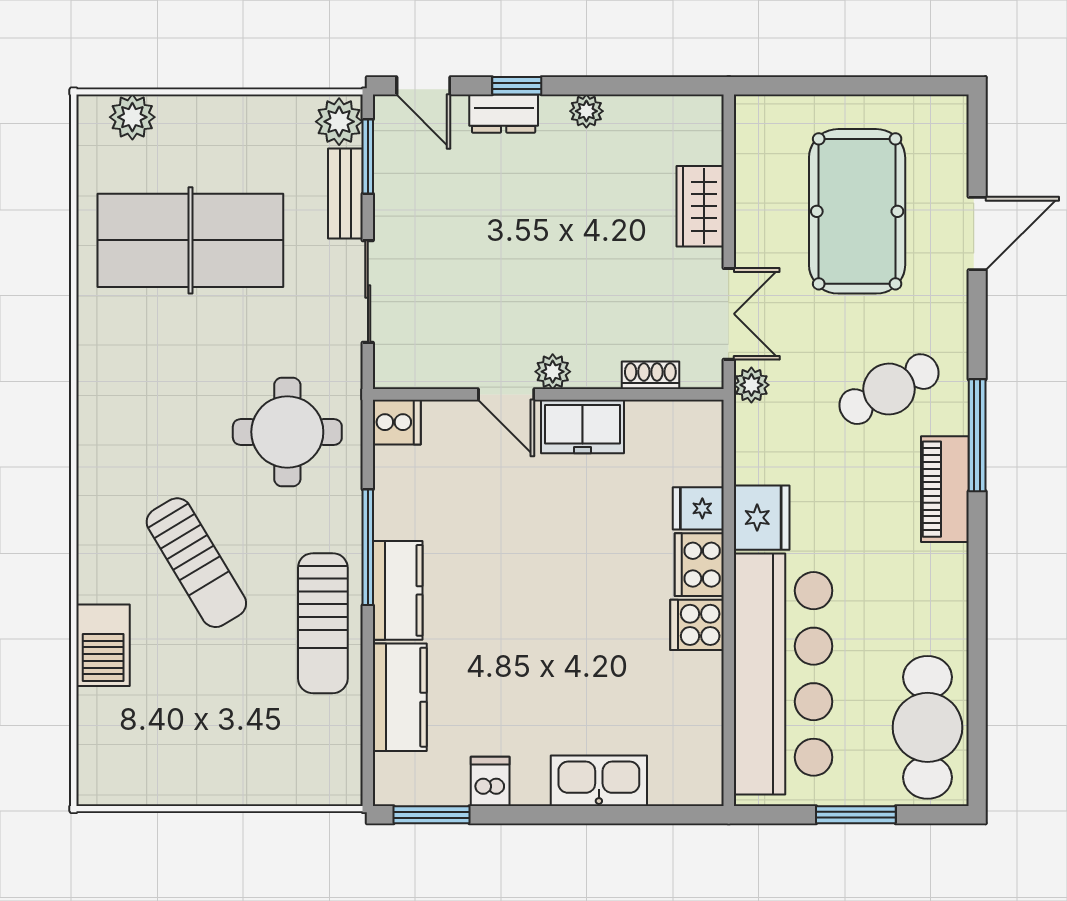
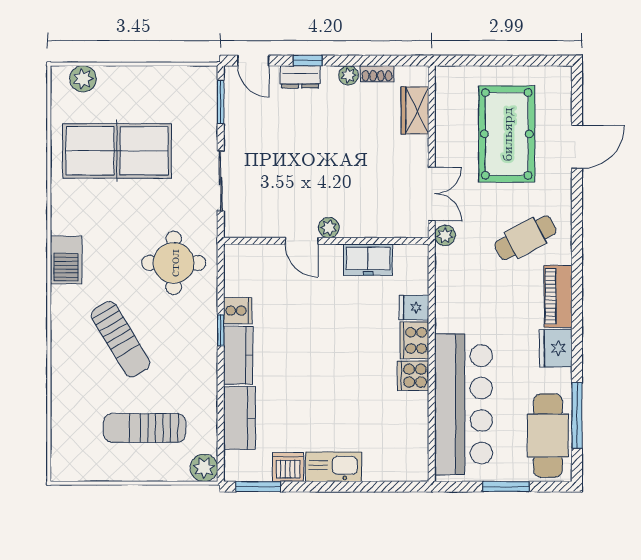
plant: (339, 122) -> (204, 468), moved
bench: (345, 194) -> (208, 124), removed
wardrobe: (700, 206) -> (415, 110), moved
shoe rack: (650, 375) -> (377, 74), moved, turned 180
cooker: (397, 422) -> (238, 311), moved
freezer: (583, 426) -> (368, 260), moved
window: (977, 435) -> (577, 415), moved
fridge: (762, 518) -> (556, 348), moved, turned 180
window: (368, 547) -> (221, 330), width x0.46
sun lounger: (323, 623) -> (145, 428), moved, turned 90
barbecue: (103, 645) -> (66, 260), moved
dishwasher: (490, 781) -> (288, 467), width x1.38
kitchen sink: (599, 781) -> (334, 467), moved

